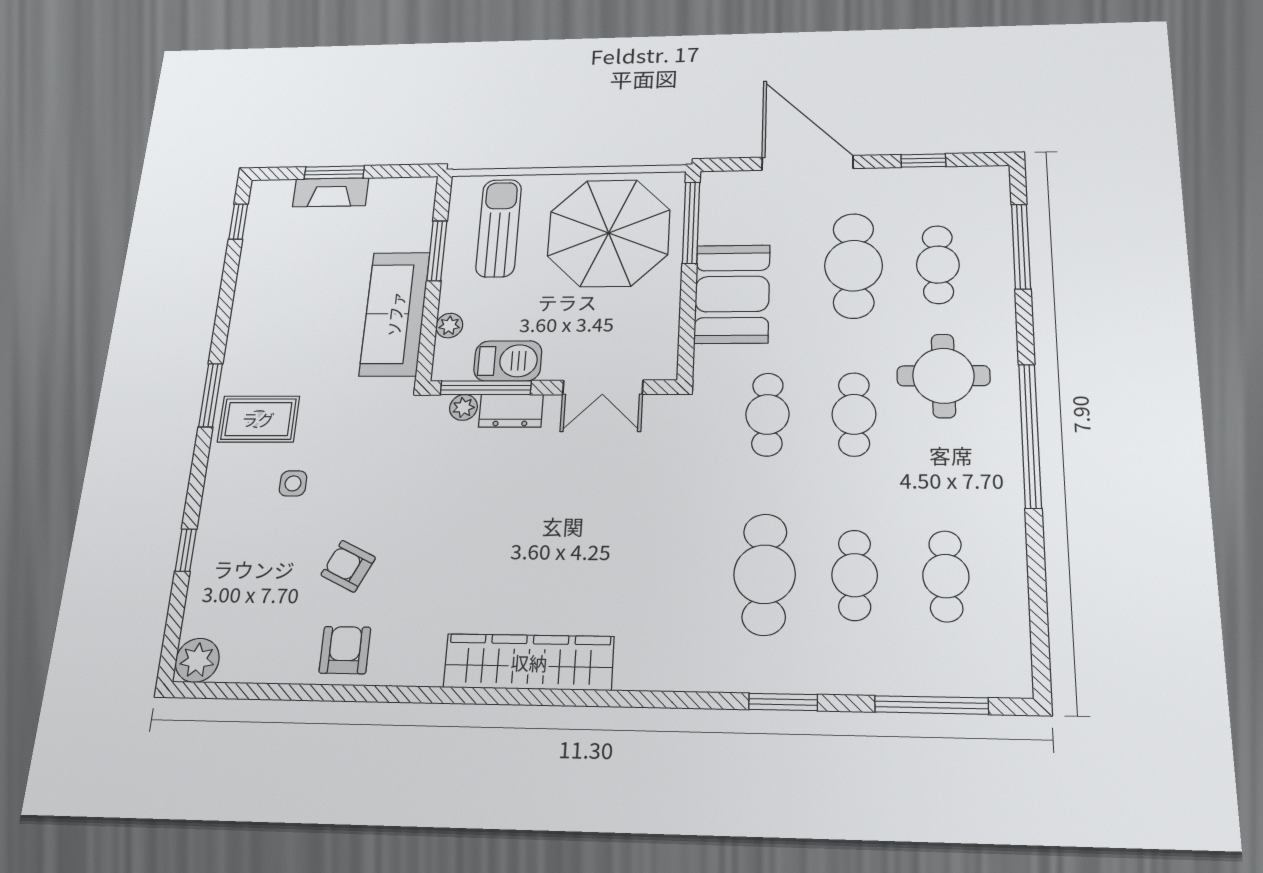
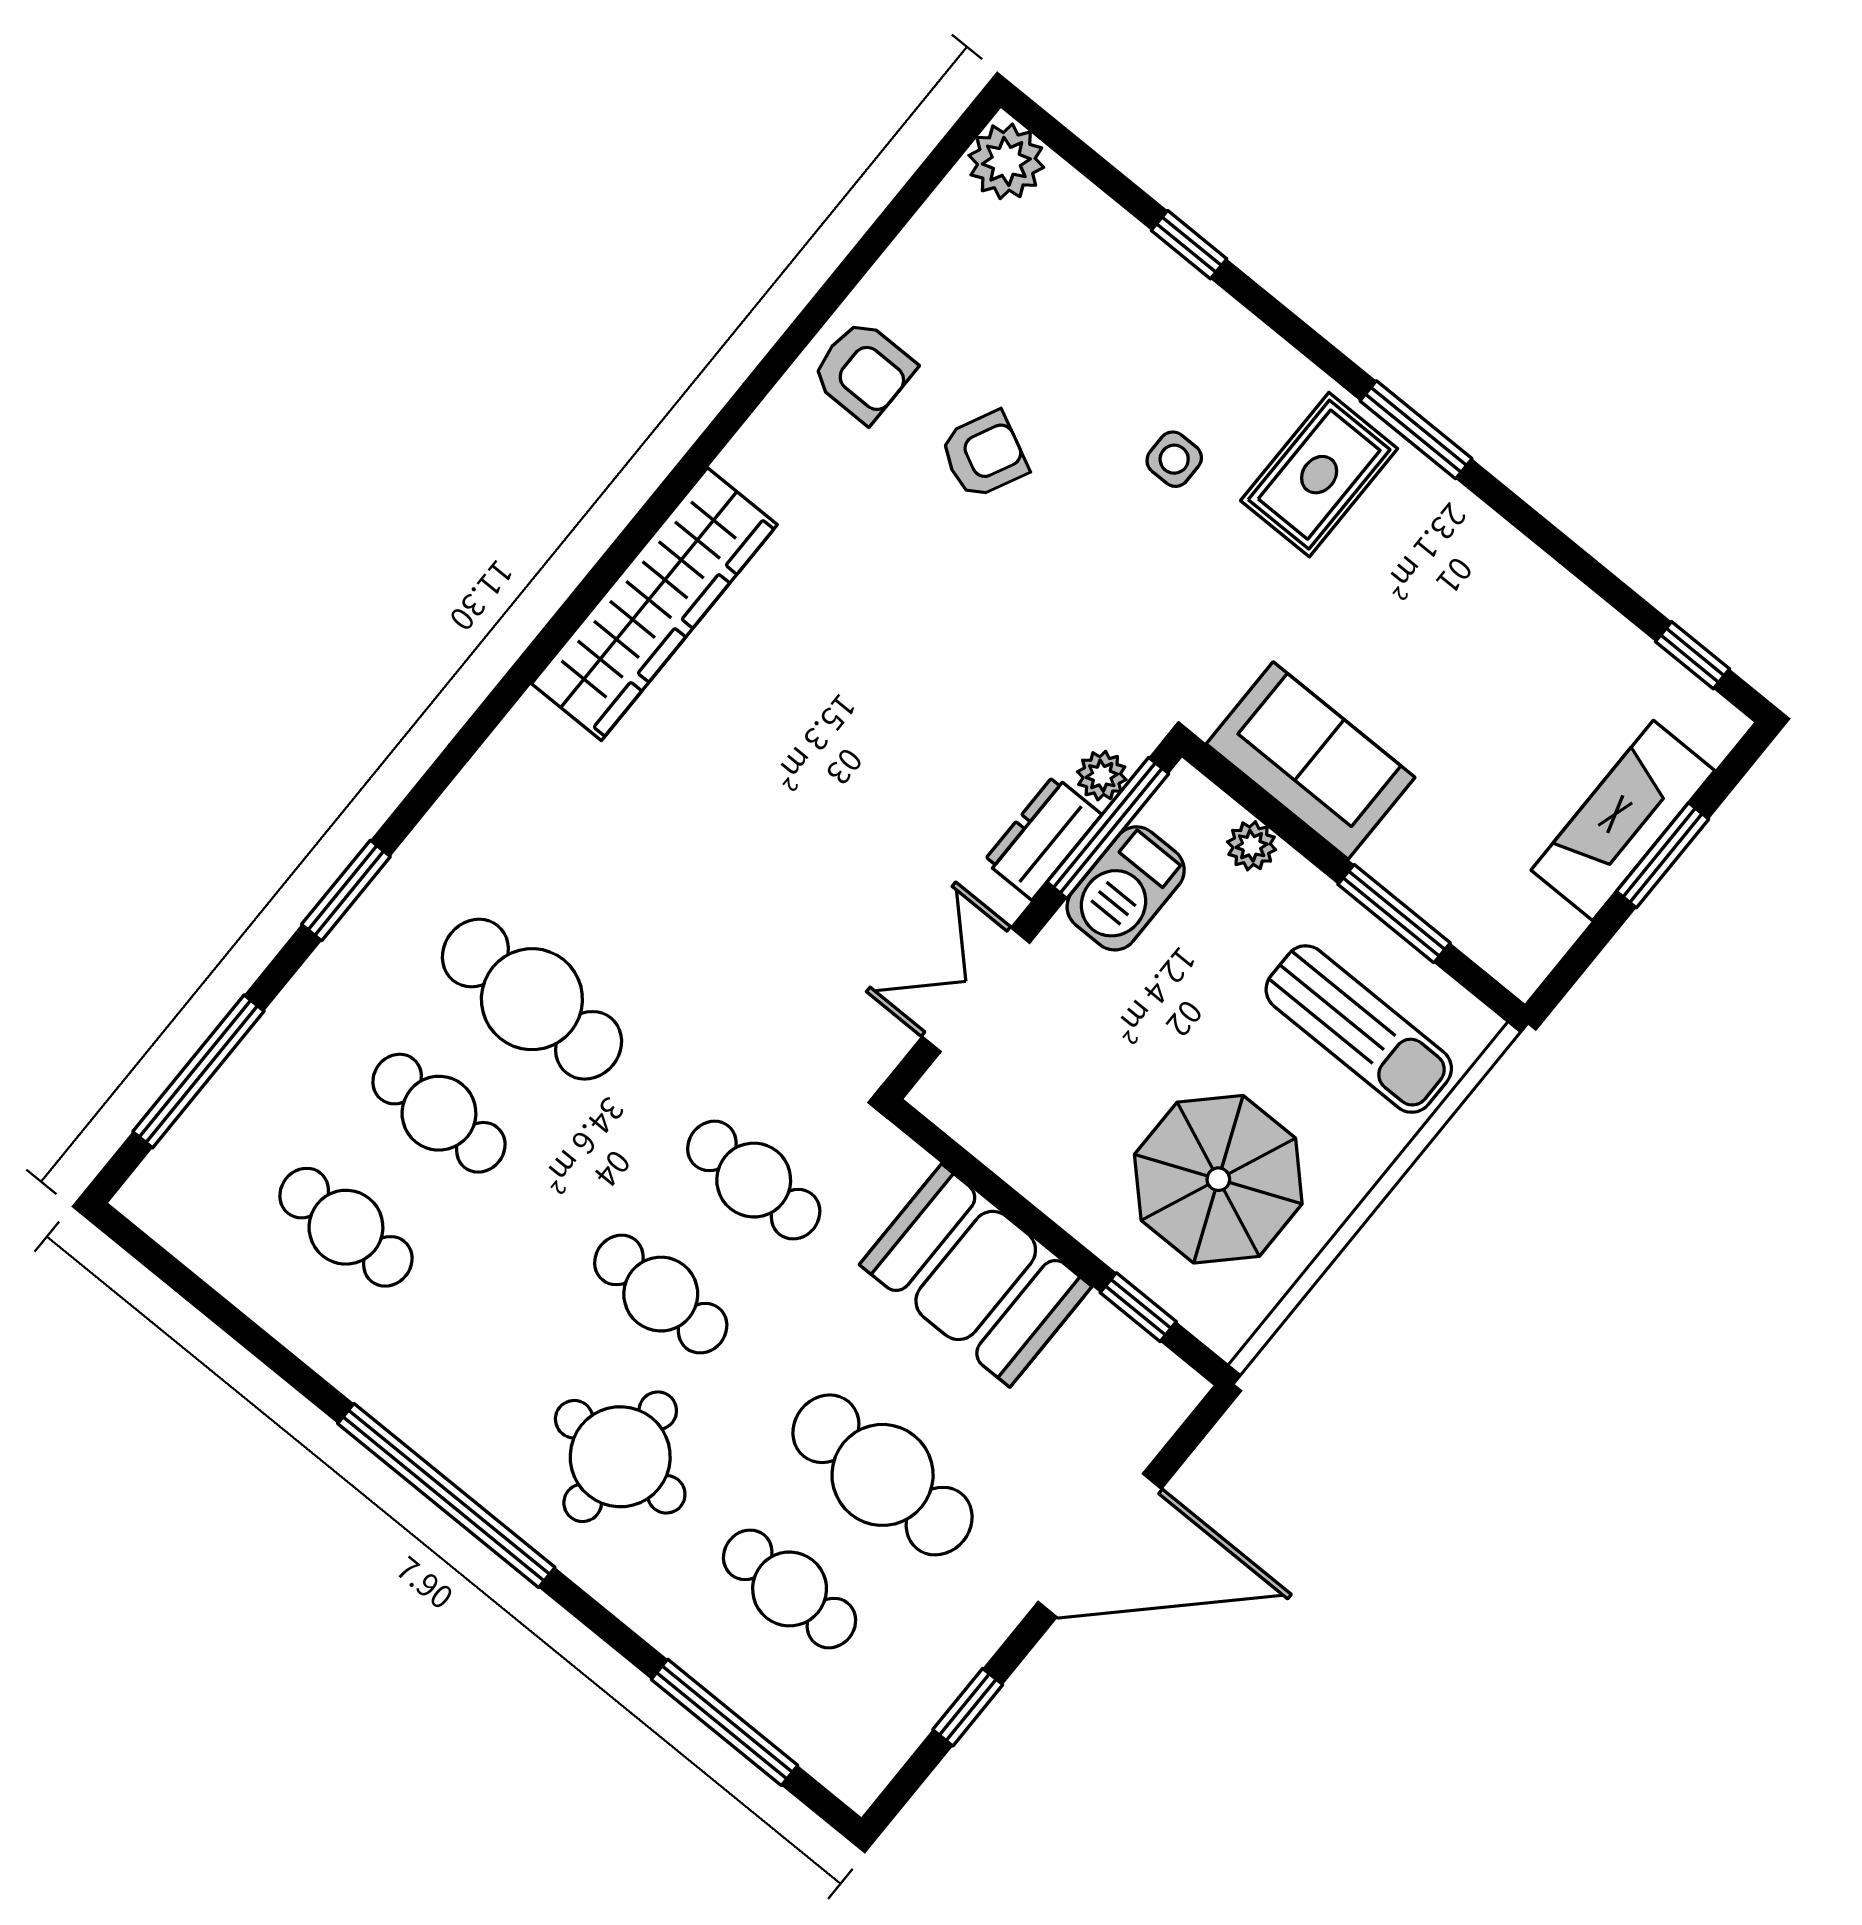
fireplace: (331, 192) -> (1623, 820), width x1.37, depth x1.32
window: (691, 223) -> (1138, 1307), width x0.46
parasol: (609, 233) -> (1218, 1179), width x0.73, depth x0.73
sofa: (395, 314) -> (1311, 761), width x0.73

